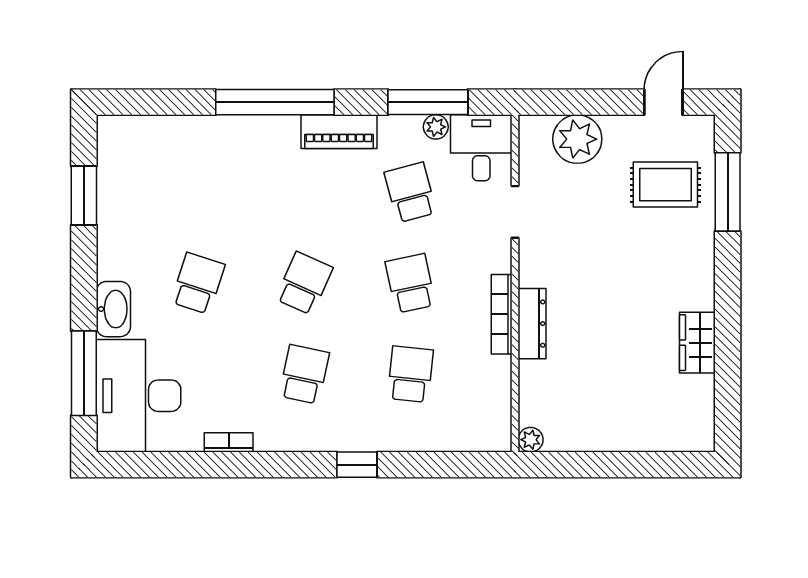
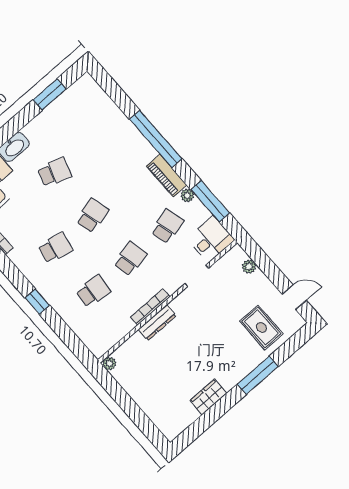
plant: (436, 127) -> (187, 195), moved
plant: (577, 139) -> (249, 267), width x0.53, depth x0.53
window: (728, 192) -> (258, 375), moved
school desk: (304, 283) -> (92, 216), turned -39

